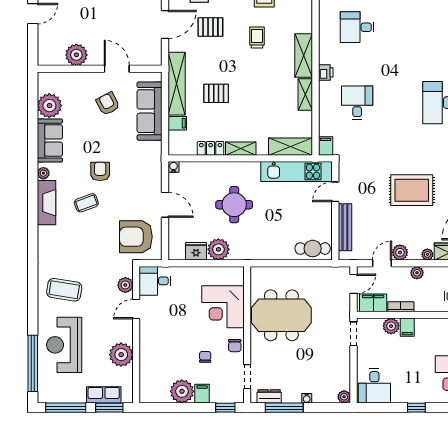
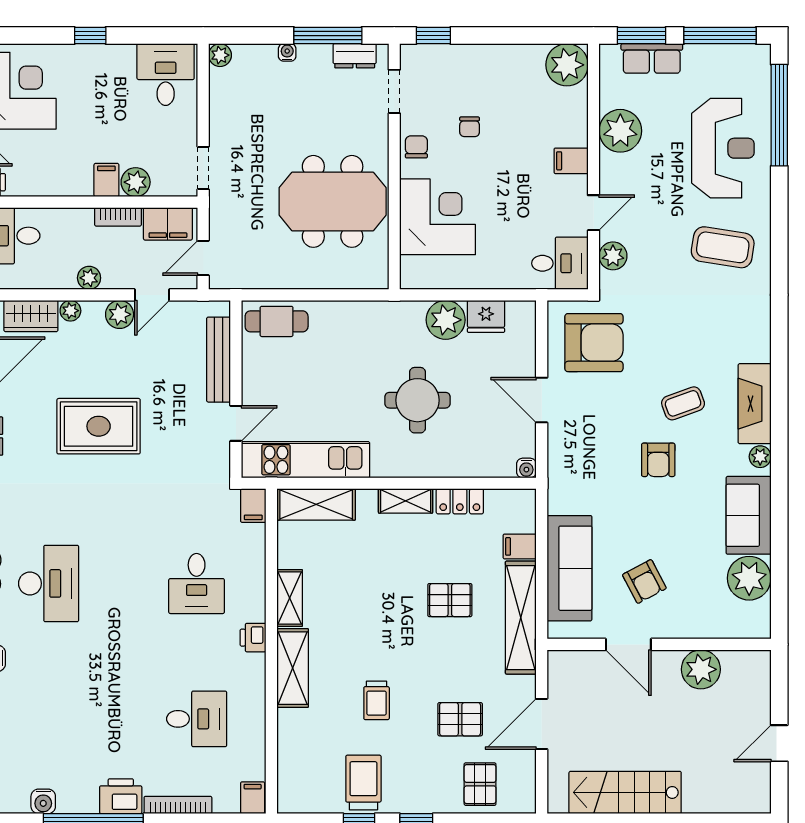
plant: (182, 391) -> (567, 65), moved
filing cabinet: (202, 394) -> (571, 161), moved, turned 90

